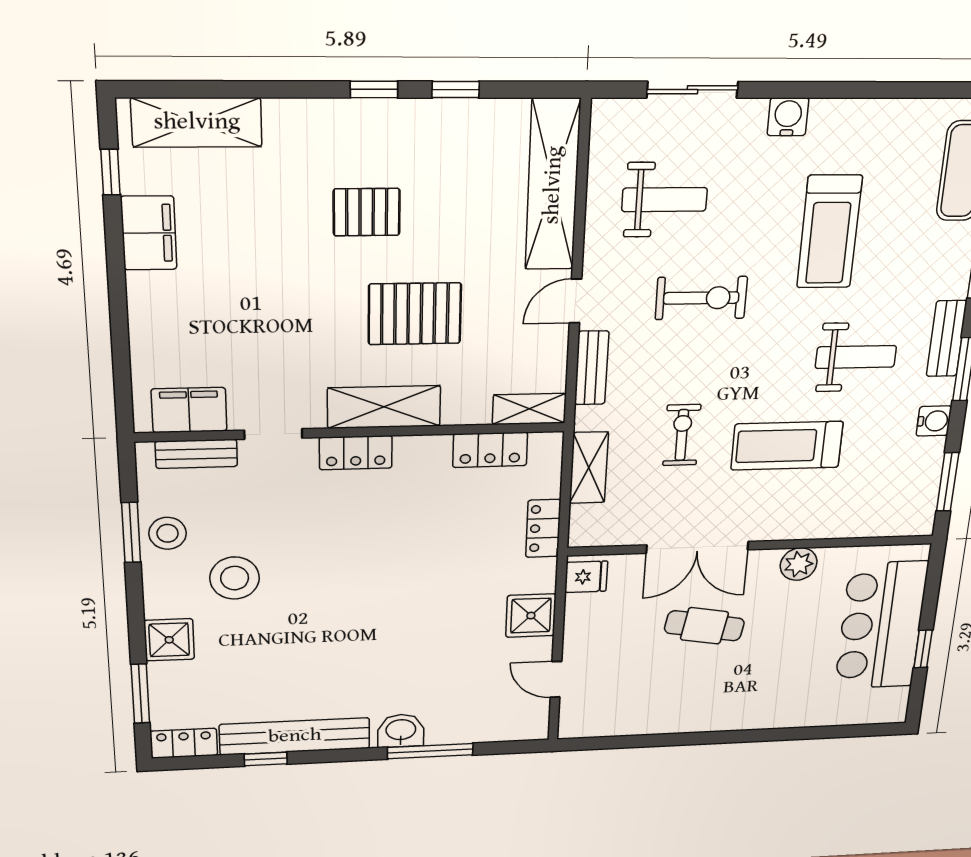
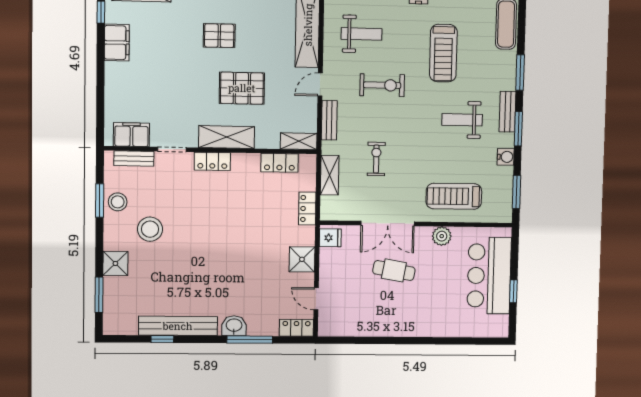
weight bench: (856, 357) -> (462, 120), turned 180
treadmill: (787, 446) -> (454, 196), moved
locker: (184, 743) -> (296, 328), moved

